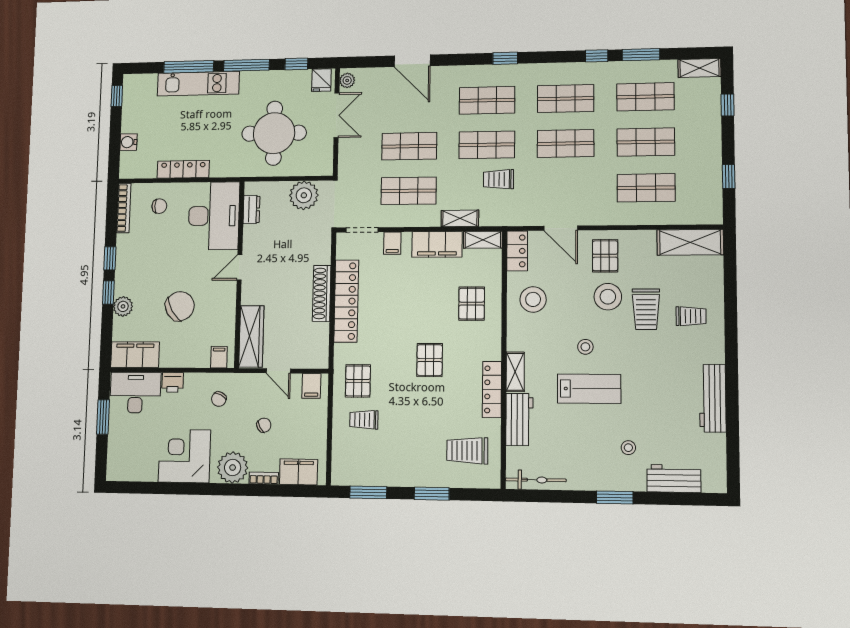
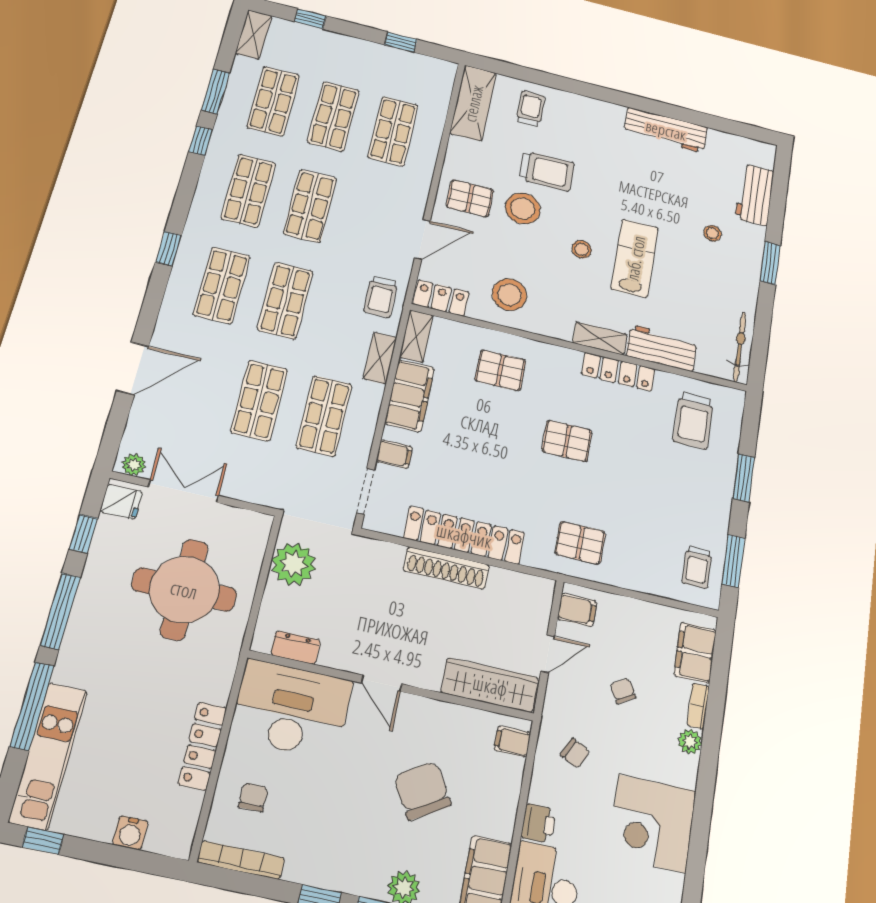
kitchen unit: (198, 84) -> (48, 756), moved
trolley: (498, 179) -> (381, 297), moved
trolley: (691, 316) -> (531, 108), moved
trolley: (364, 420) -> (697, 567), moved
plant: (233, 468) -> (690, 742), width x0.53, depth x0.53

